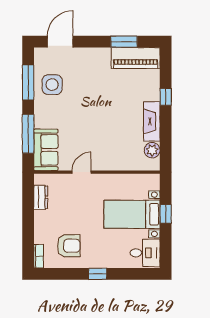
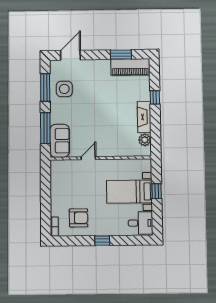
dresser: (41, 197) -> (56, 179), removed

